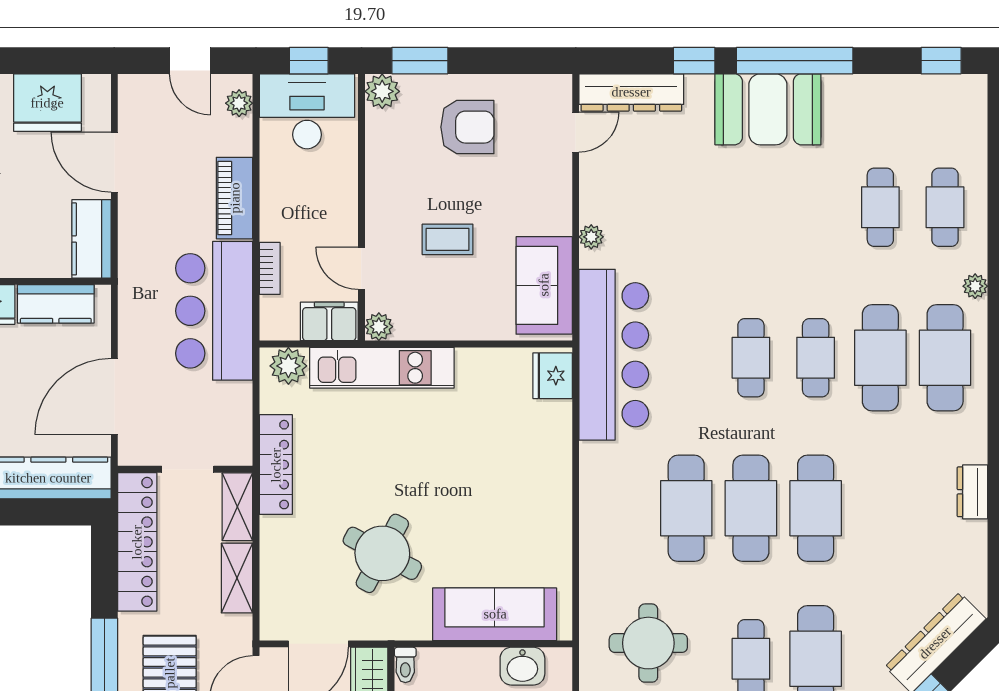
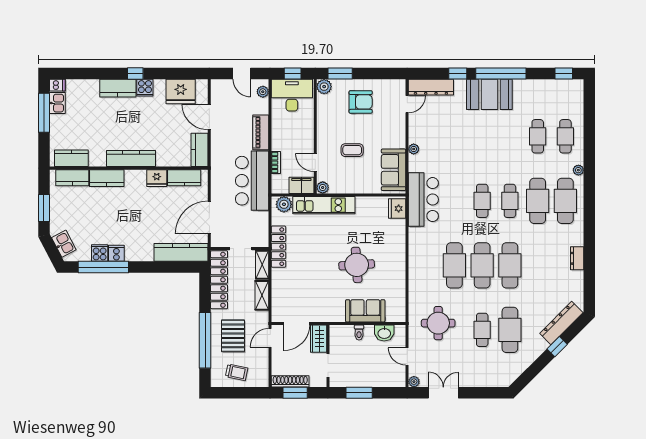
bar counter: (614, 355) -> (423, 200), width x0.73
round table: (382, 553) -> (357, 265), moved, turned -32
sofa: (495, 614) -> (365, 311), width x0.73
toilet: (405, 665) -> (359, 333), moved

